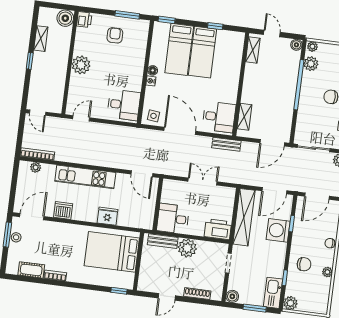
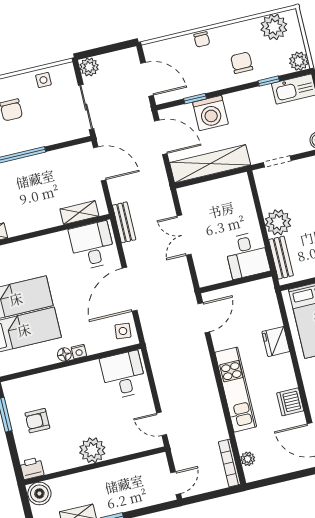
printer: (218, 229) -> (239, 192), removed
plant: (327, 272) -> (274, 27), moved, width x1.87, depth x1.87

